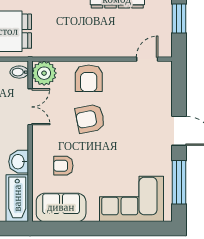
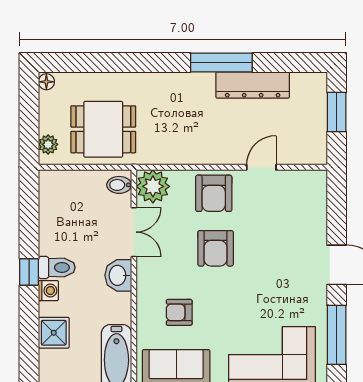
door: (147, 59) -> (261, 167), moved
armchair: (90, 119) -> (216, 248), turned -79
washbasin: (19, 162) -> (118, 275), moved

